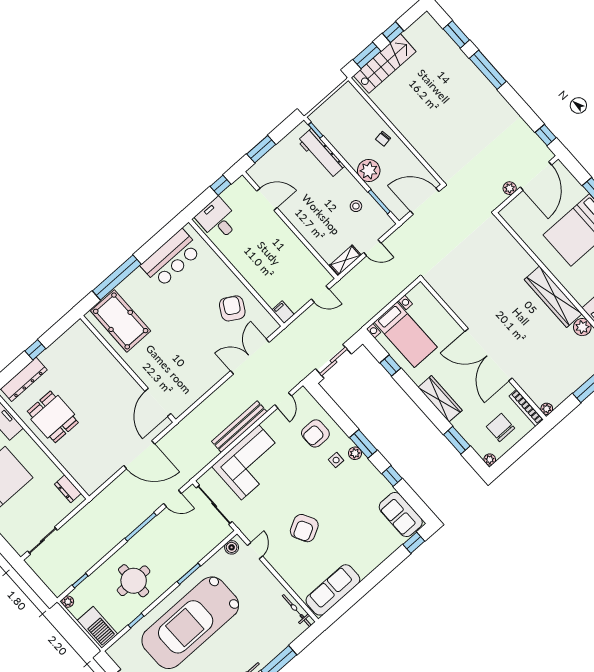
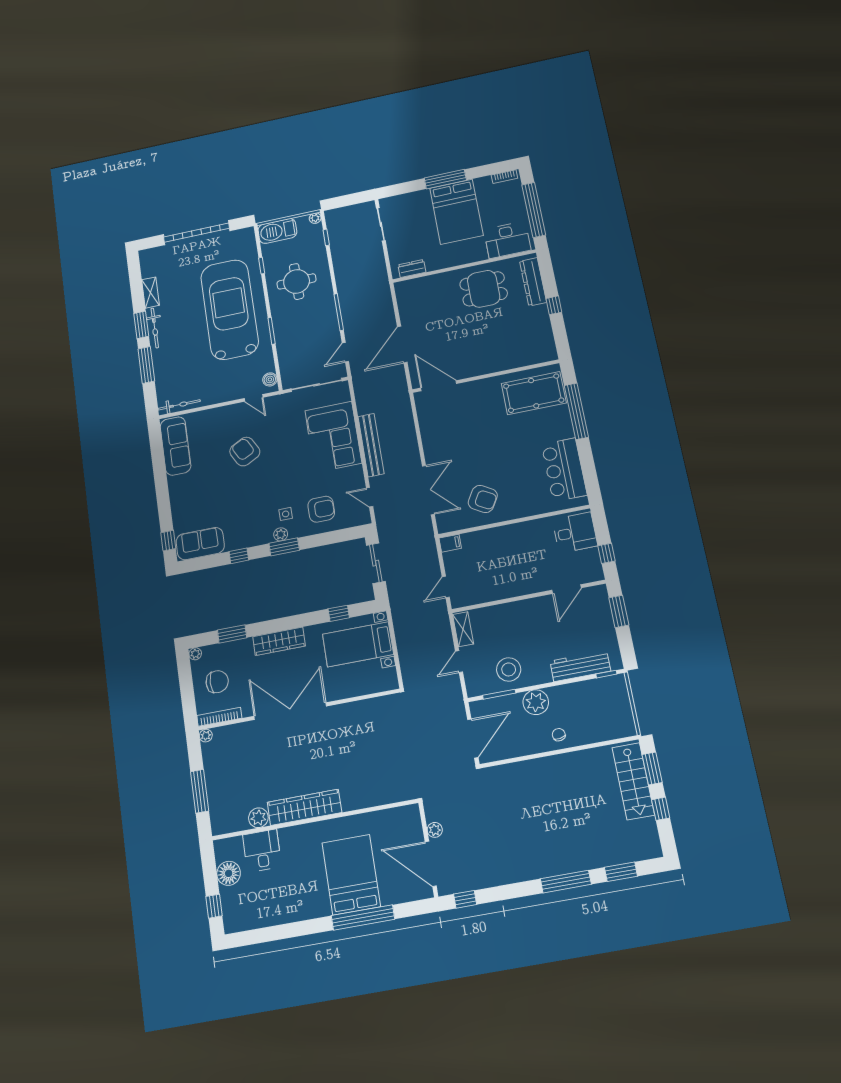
stool: (356, 206) -> (509, 669), width x1.89, depth x1.89
armchair: (315, 433) -> (321, 509), turned 90

